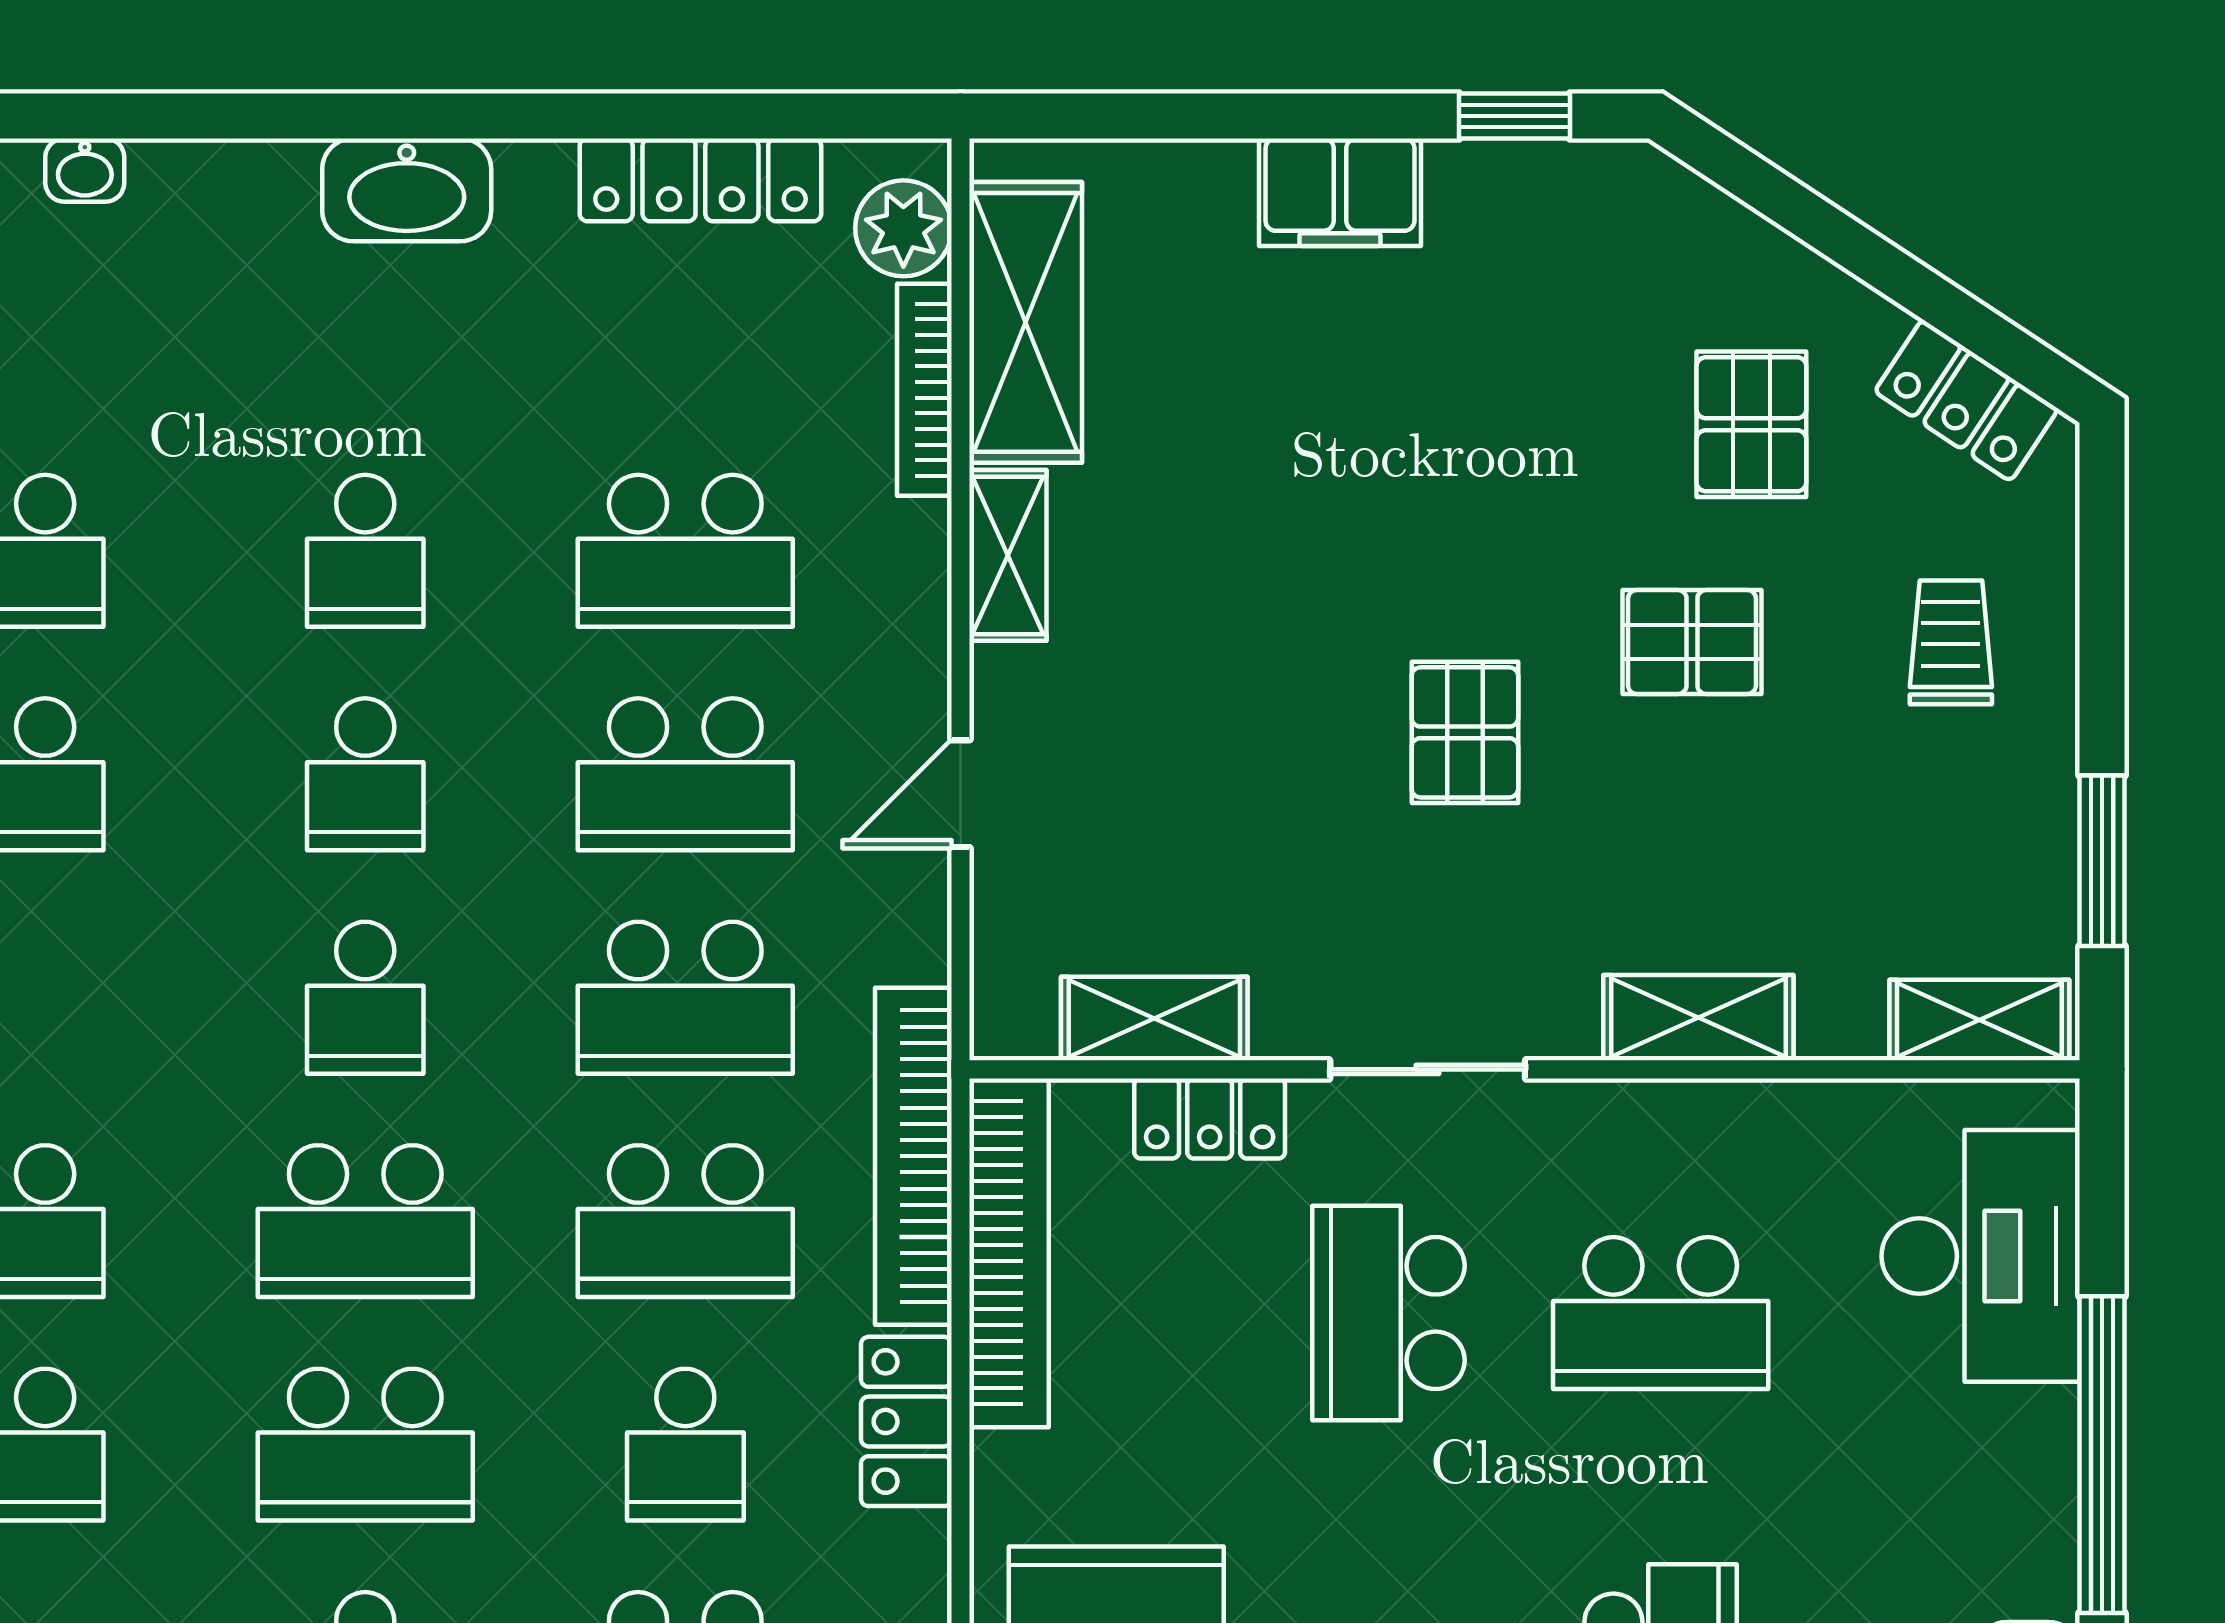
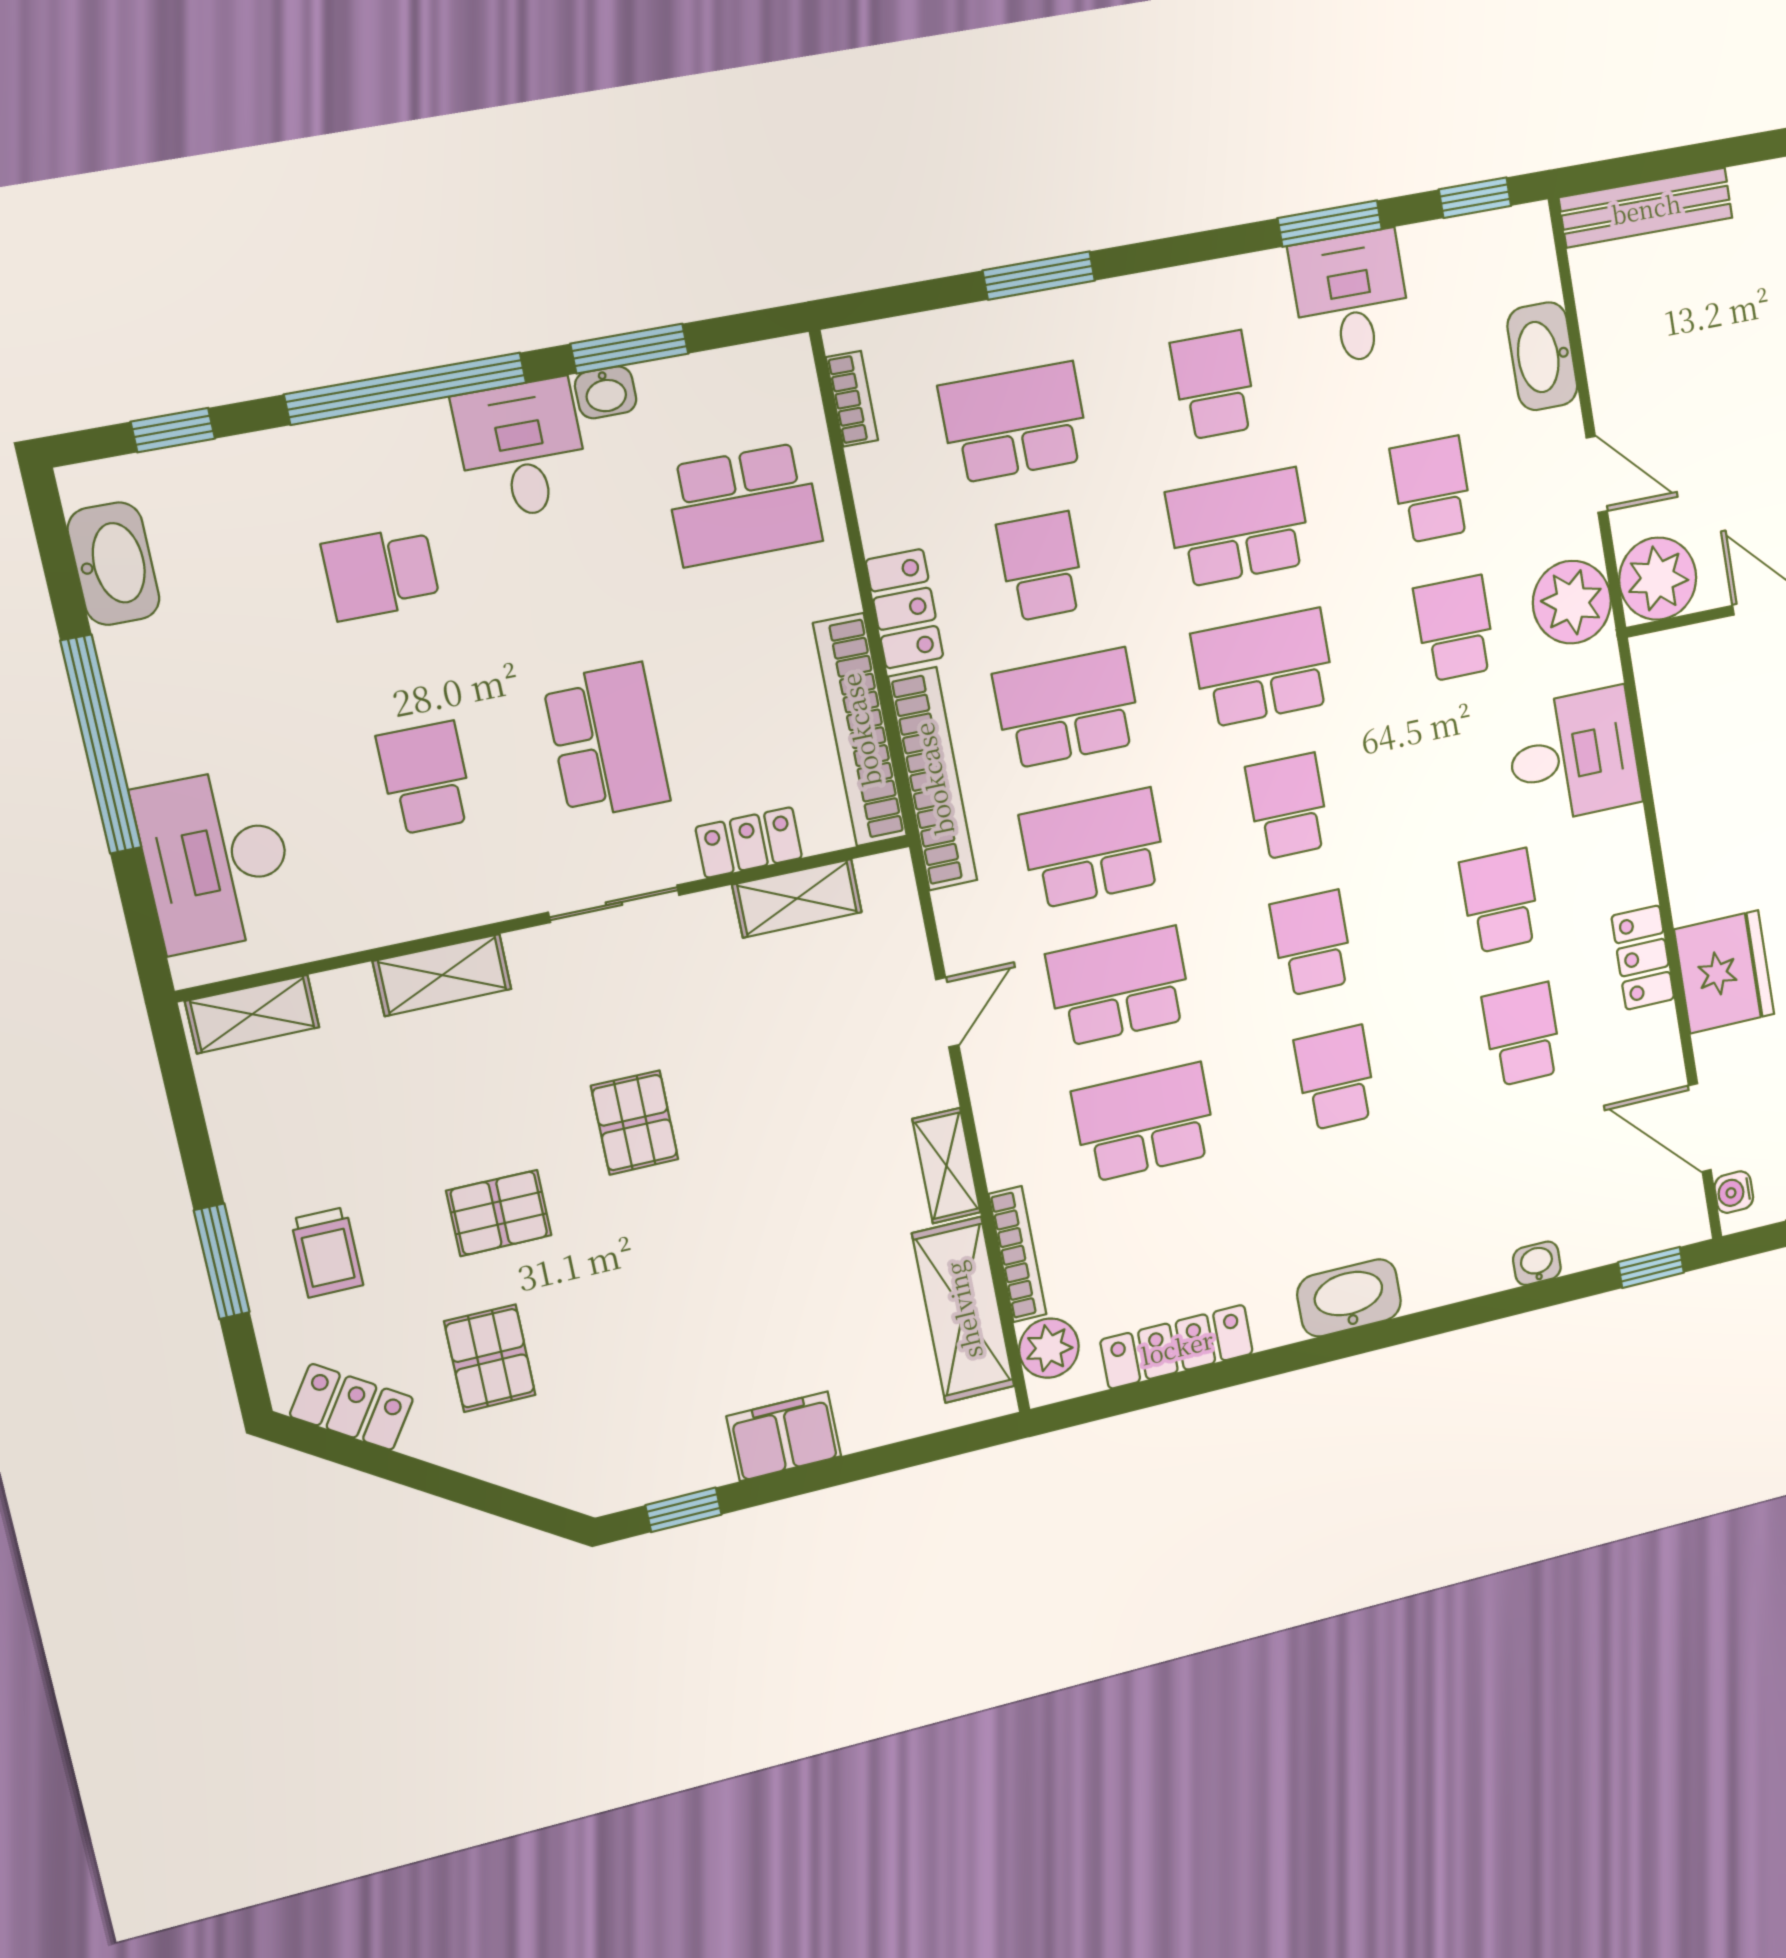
window: (2102, 861) -> (222, 1261), moved
school desk: (1661, 1313) -> (425, 778), width x0.54

